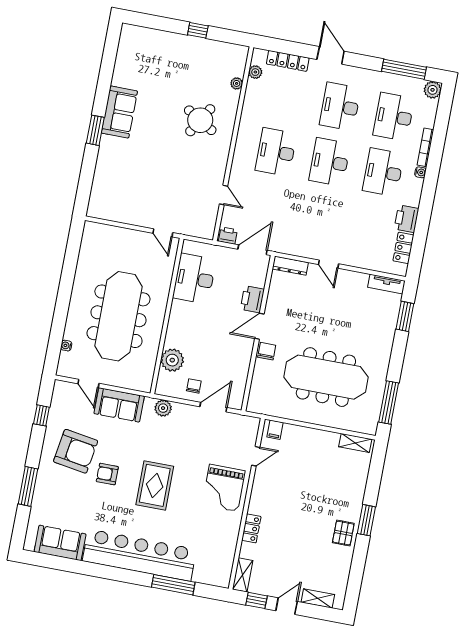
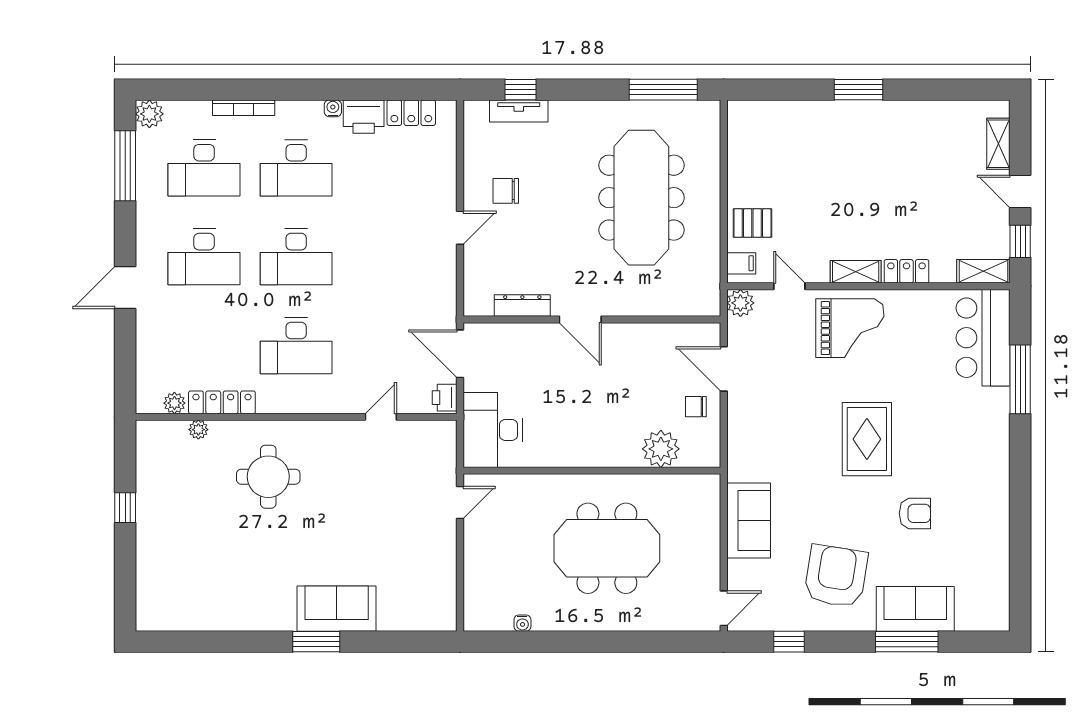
locker: (288, 61) -> (222, 402), moved, turned -90
sofa: (119, 112) -> (337, 609), moved
round table: (200, 120) -> (268, 477), turned -31
water cooler: (420, 172) -> (333, 108), moved
dresser: (290, 266) -> (522, 306), moved, turned -90
desk: (194, 279) -> (493, 430), moved, turned 90
tv unit: (386, 284) -> (519, 111), moved, turned 90
printer: (252, 299) -> (539, 339), removed
meeting table: (118, 316) -> (607, 548), width x0.73
window: (405, 316) -> (520, 90), width x0.67
water cooler: (66, 346) -> (522, 623), moved
chair: (267, 351) -> (506, 191), moved
door: (88, 384) -> (724, 608), moved
plant: (163, 408) -> (740, 303), moved
shelving: (355, 443) -> (856, 272), moved, turned 90
armchair: (107, 474) -> (915, 513), moved, turned -90
rug: (155, 485) -> (867, 439), turned 90
pallet: (343, 533) -> (752, 223), moved
sofa: (60, 543) -> (915, 609), moved, turned 90
bar counter: (139, 555) -> (983, 338), moved, width x0.54

